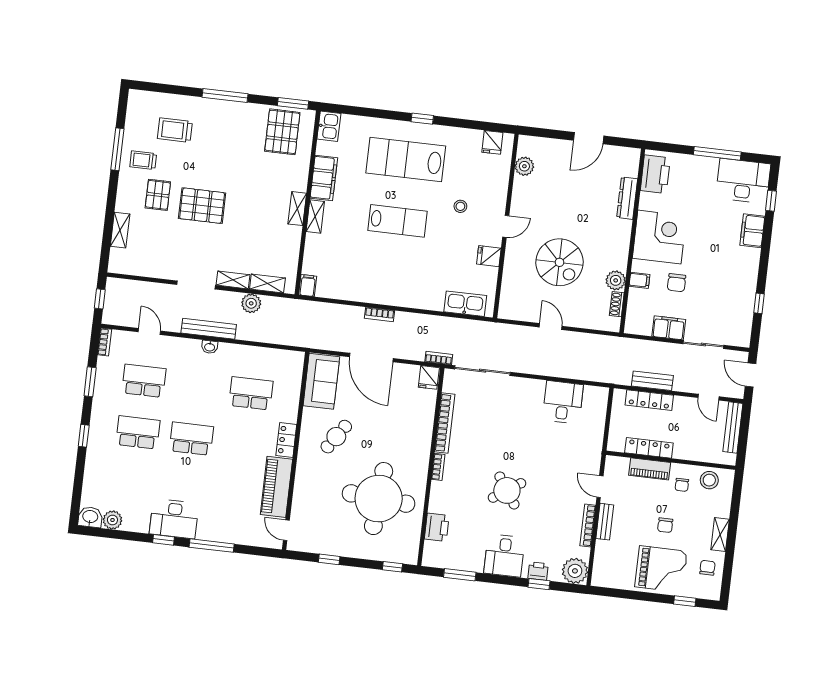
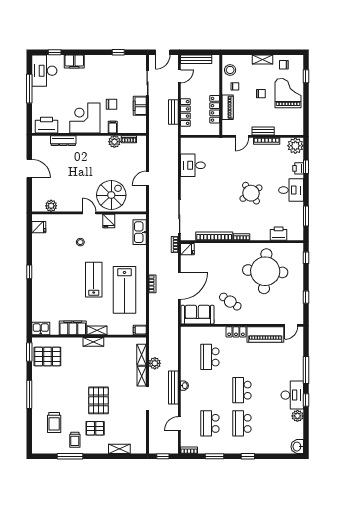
lab bench: (406, 159) -> (124, 290), moved
spiral stairs: (559, 262) -> (111, 195), moved
plant: (112, 520) -> (297, 416), moved

